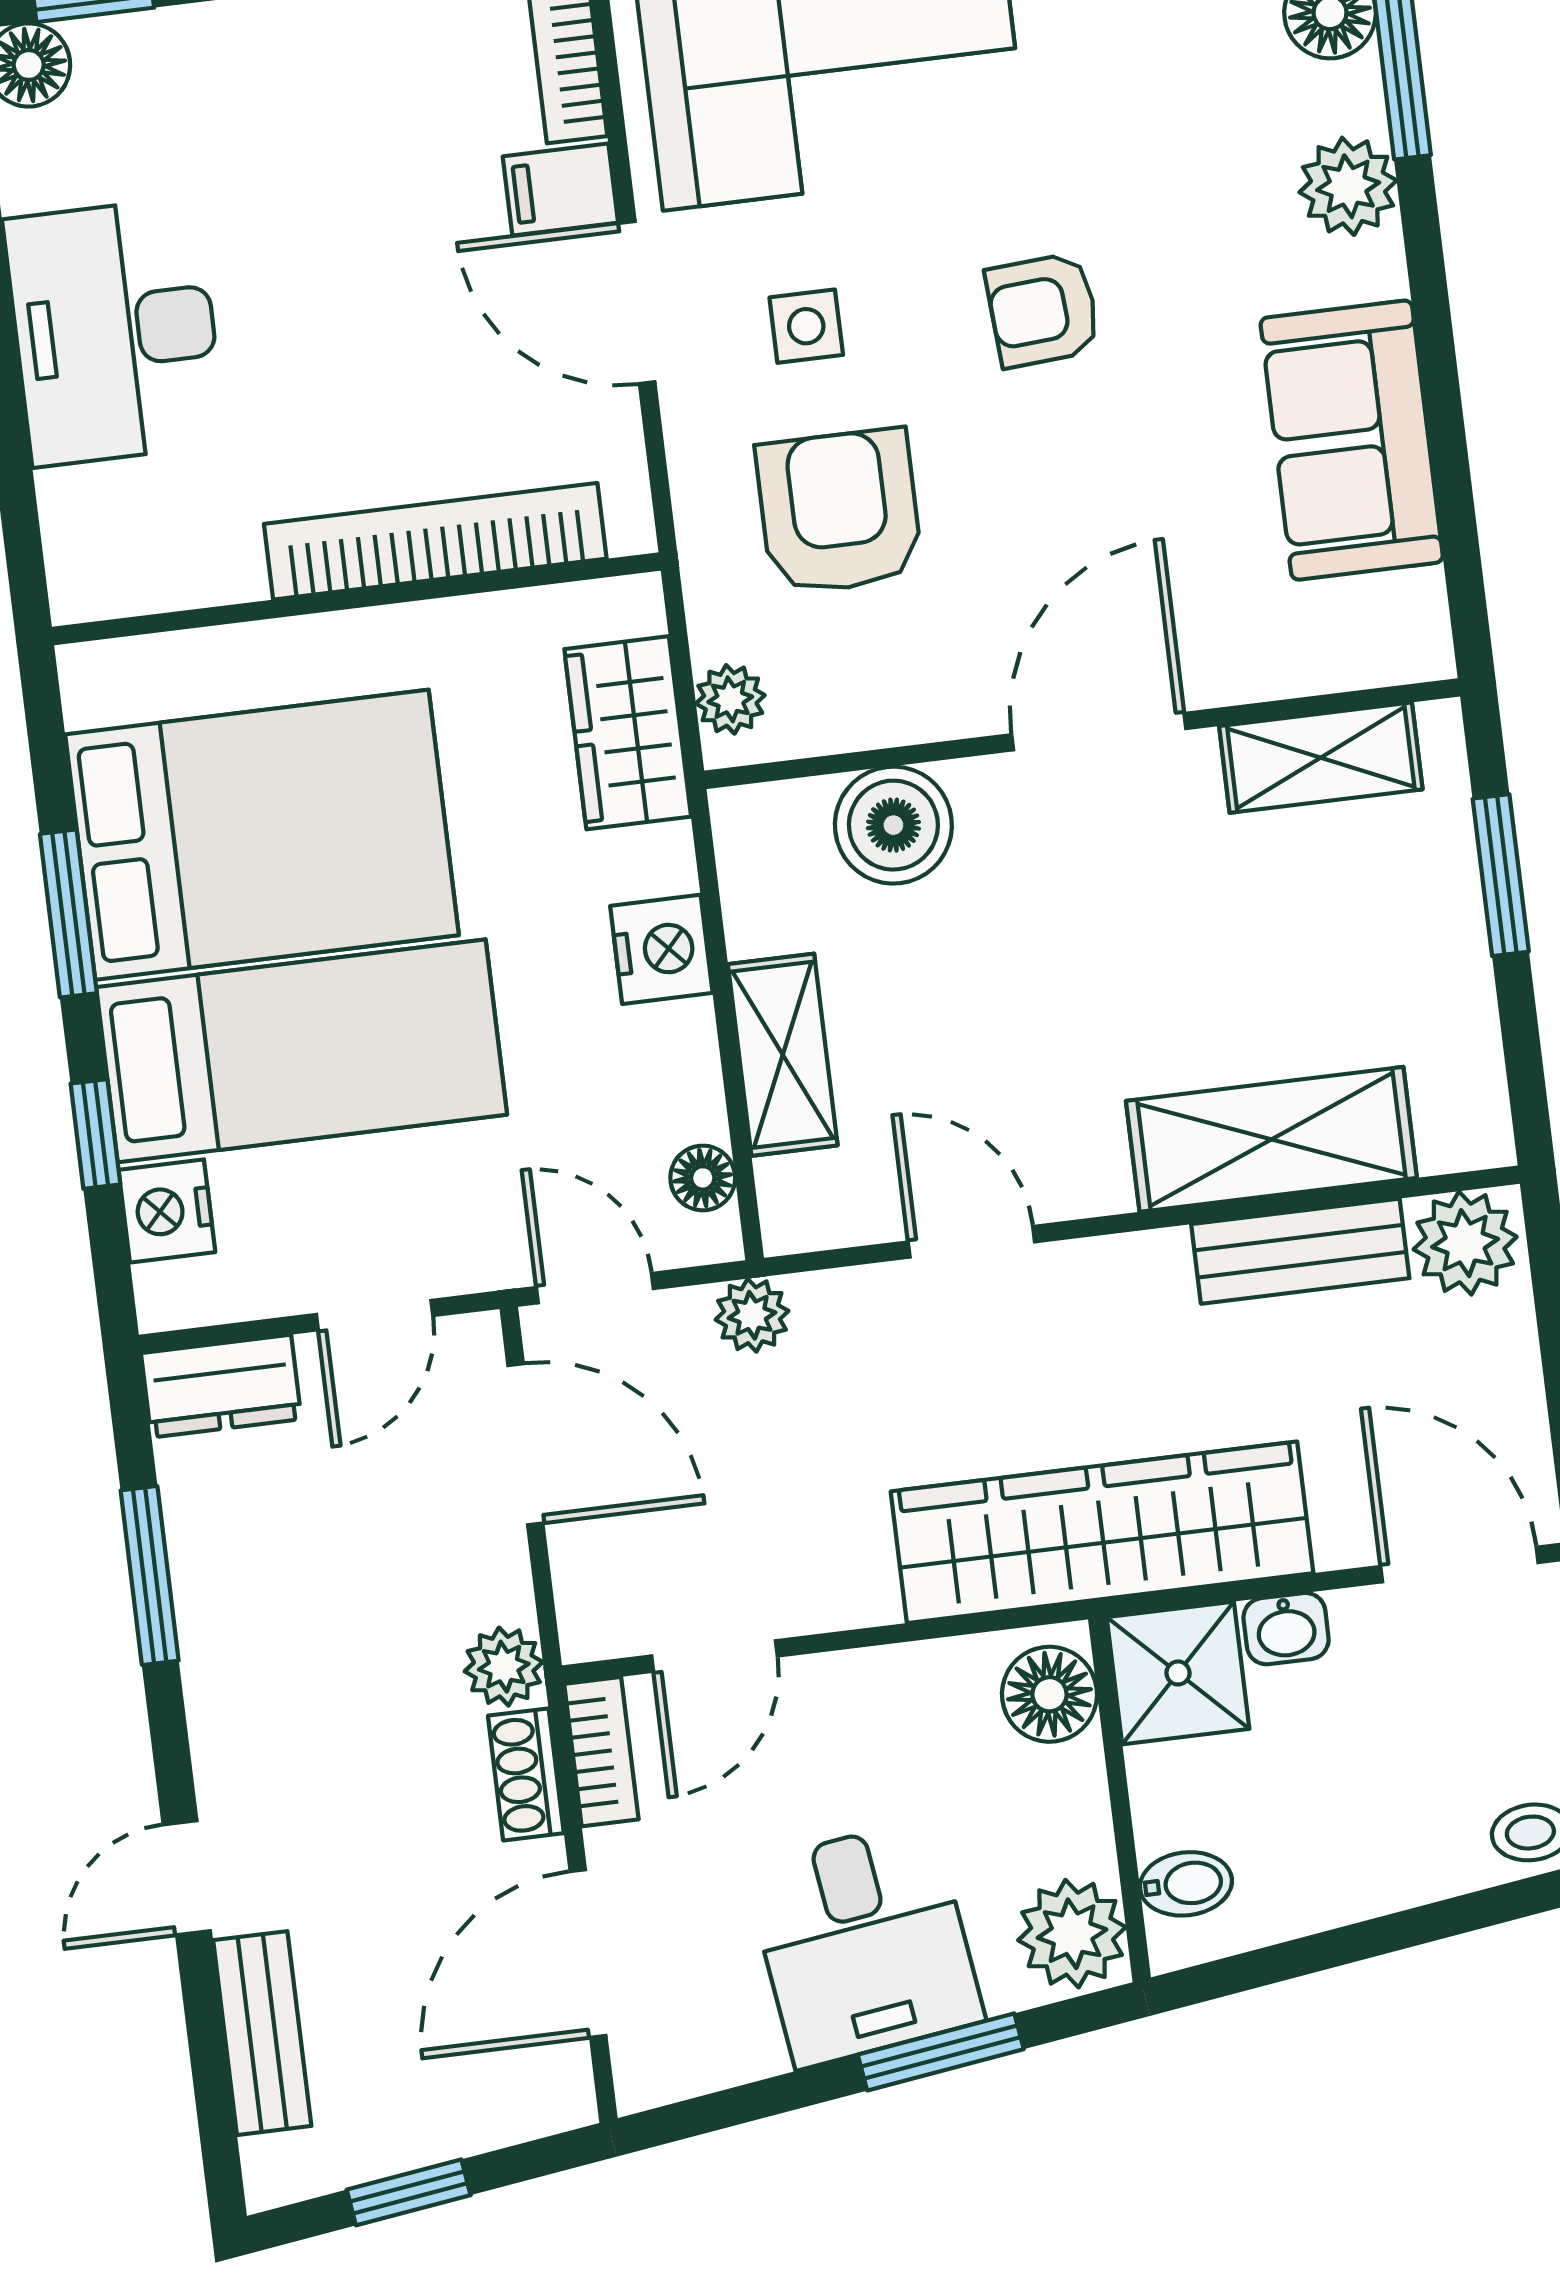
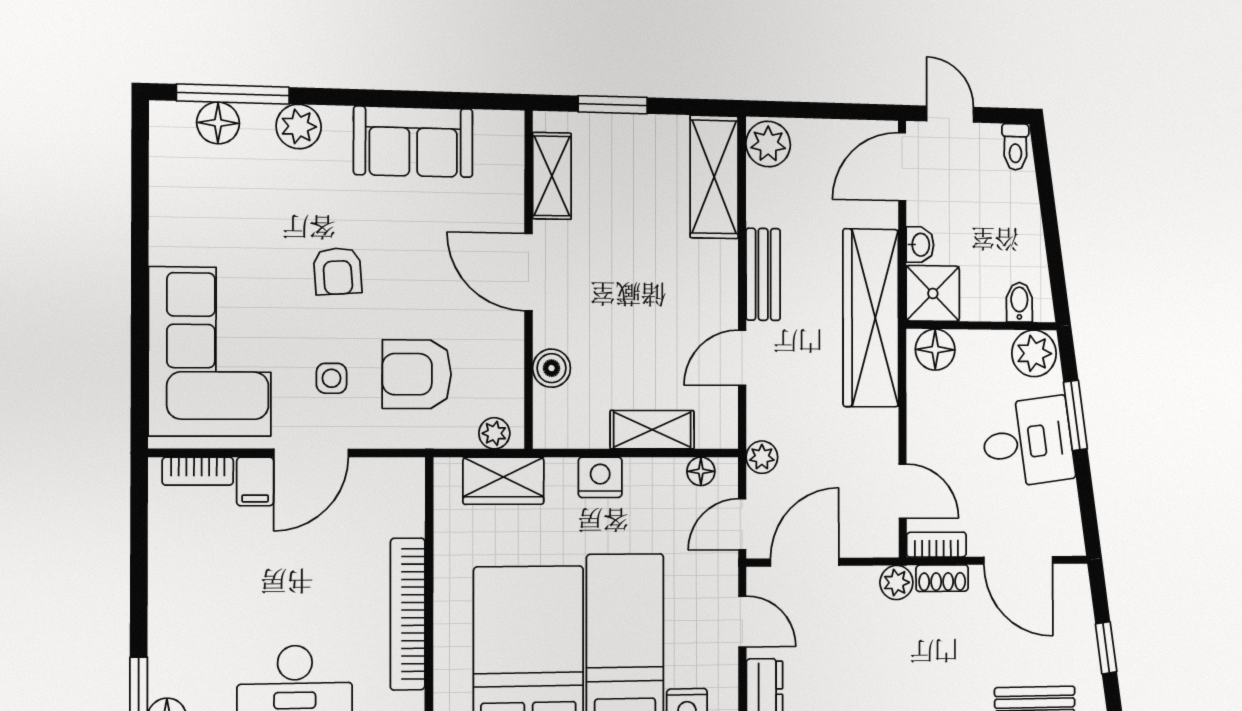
bookcase: (435, 541) -> (408, 614), moved
boiler: (893, 825) -> (552, 368), width x0.73, depth x0.73
shelving: (1271, 1139) -> (714, 177), moved
bench: (1300, 1251) -> (763, 274), moved

